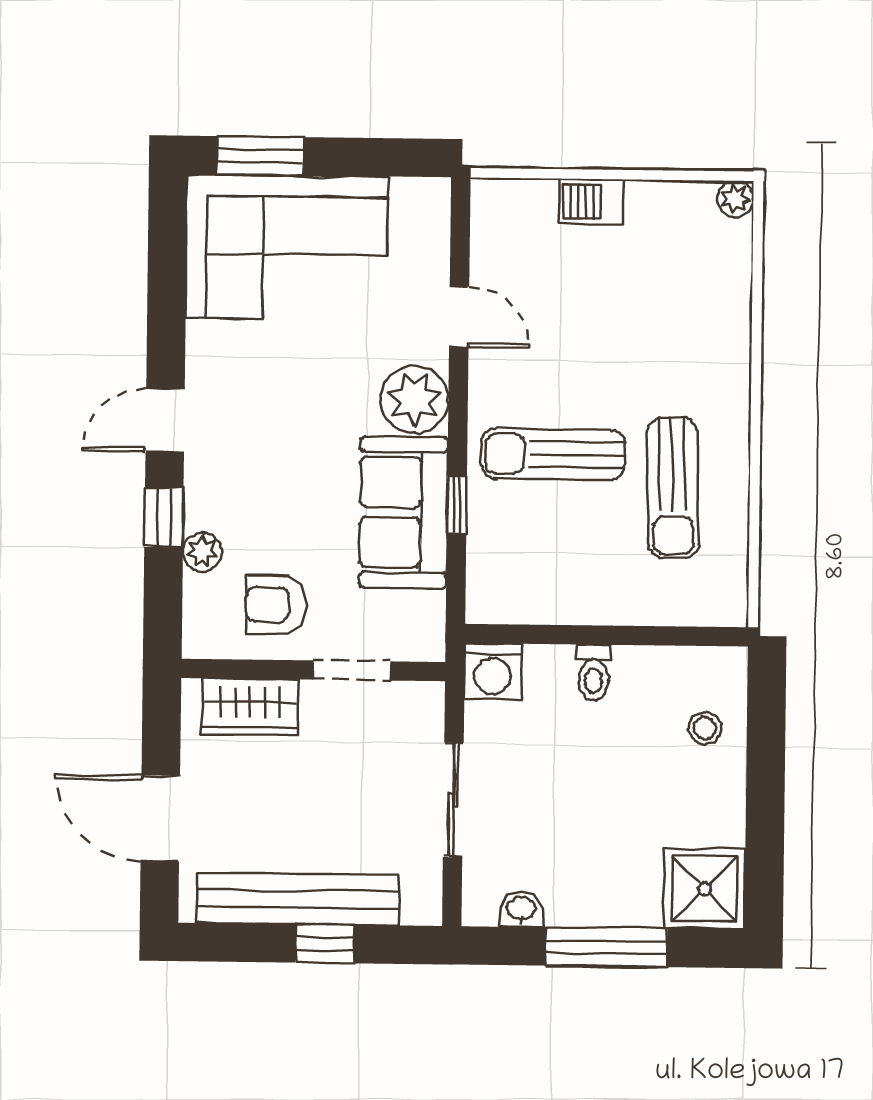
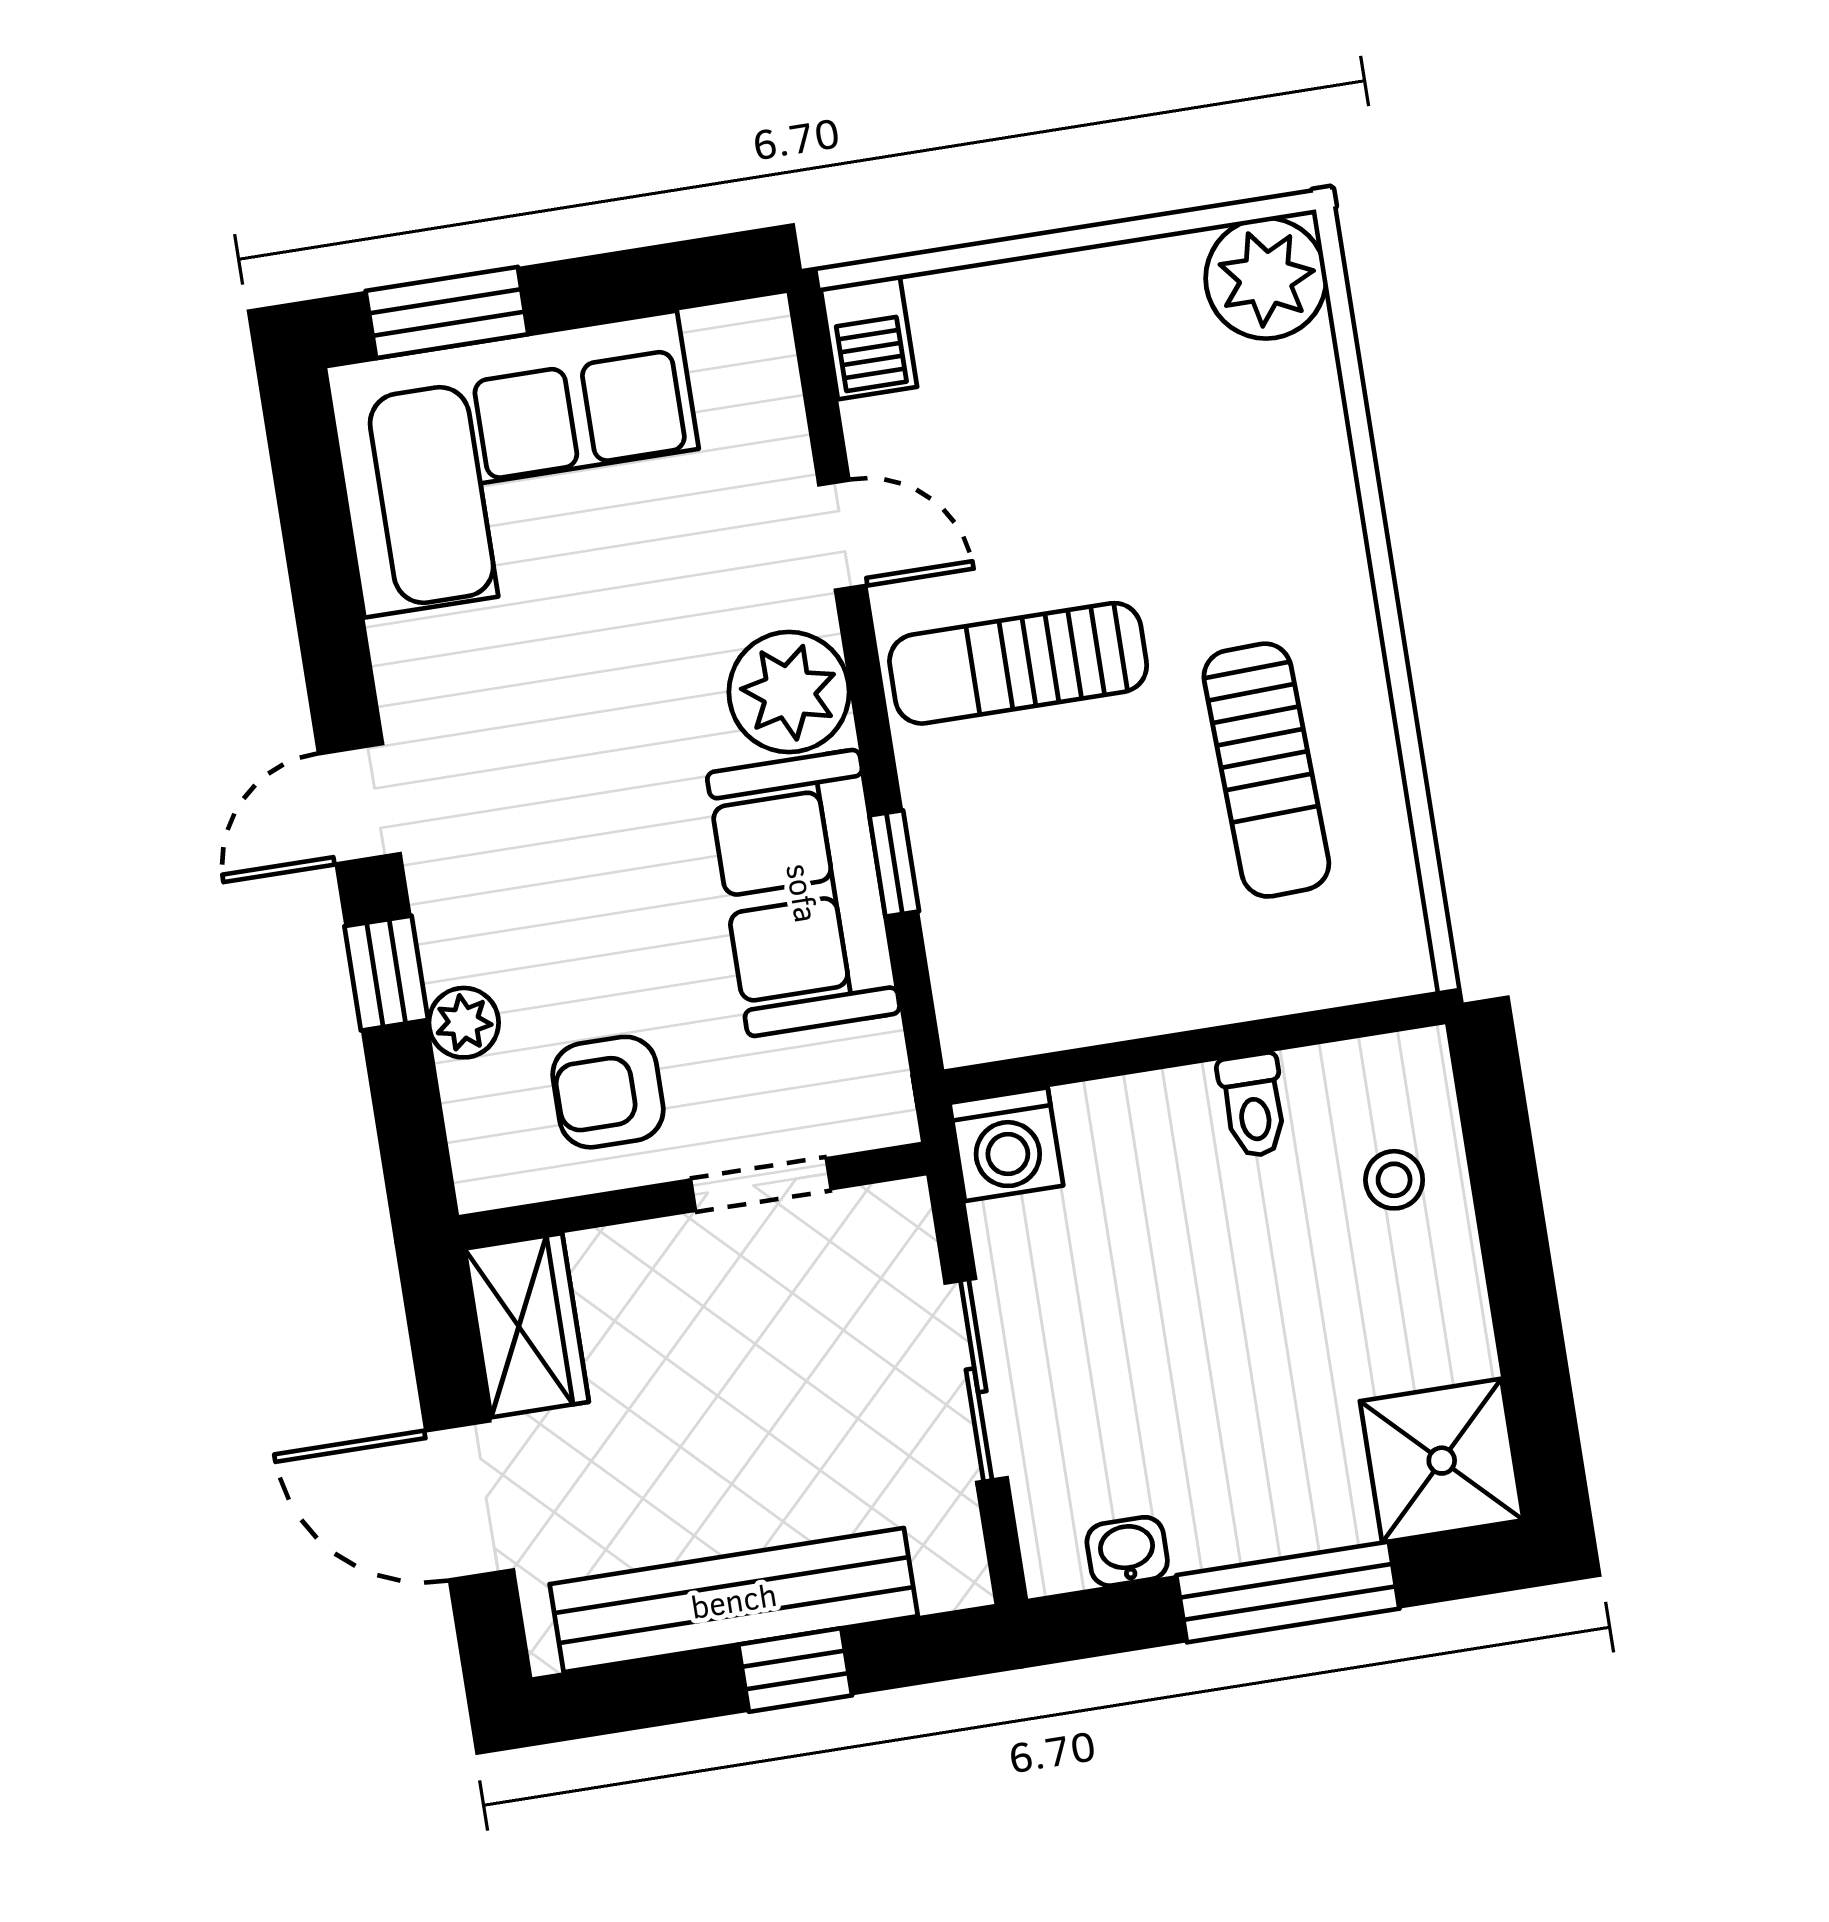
plant: (735, 199) -> (1266, 278), width x1.88, depth x1.88
barbecue: (591, 202) -> (869, 337), moved, turned -90
sun lounger: (553, 454) -> (1018, 663), moved
toilet: (594, 673) -> (1253, 1105), moved
wardrobe: (250, 707) -> (527, 1325), moved, turned -90

